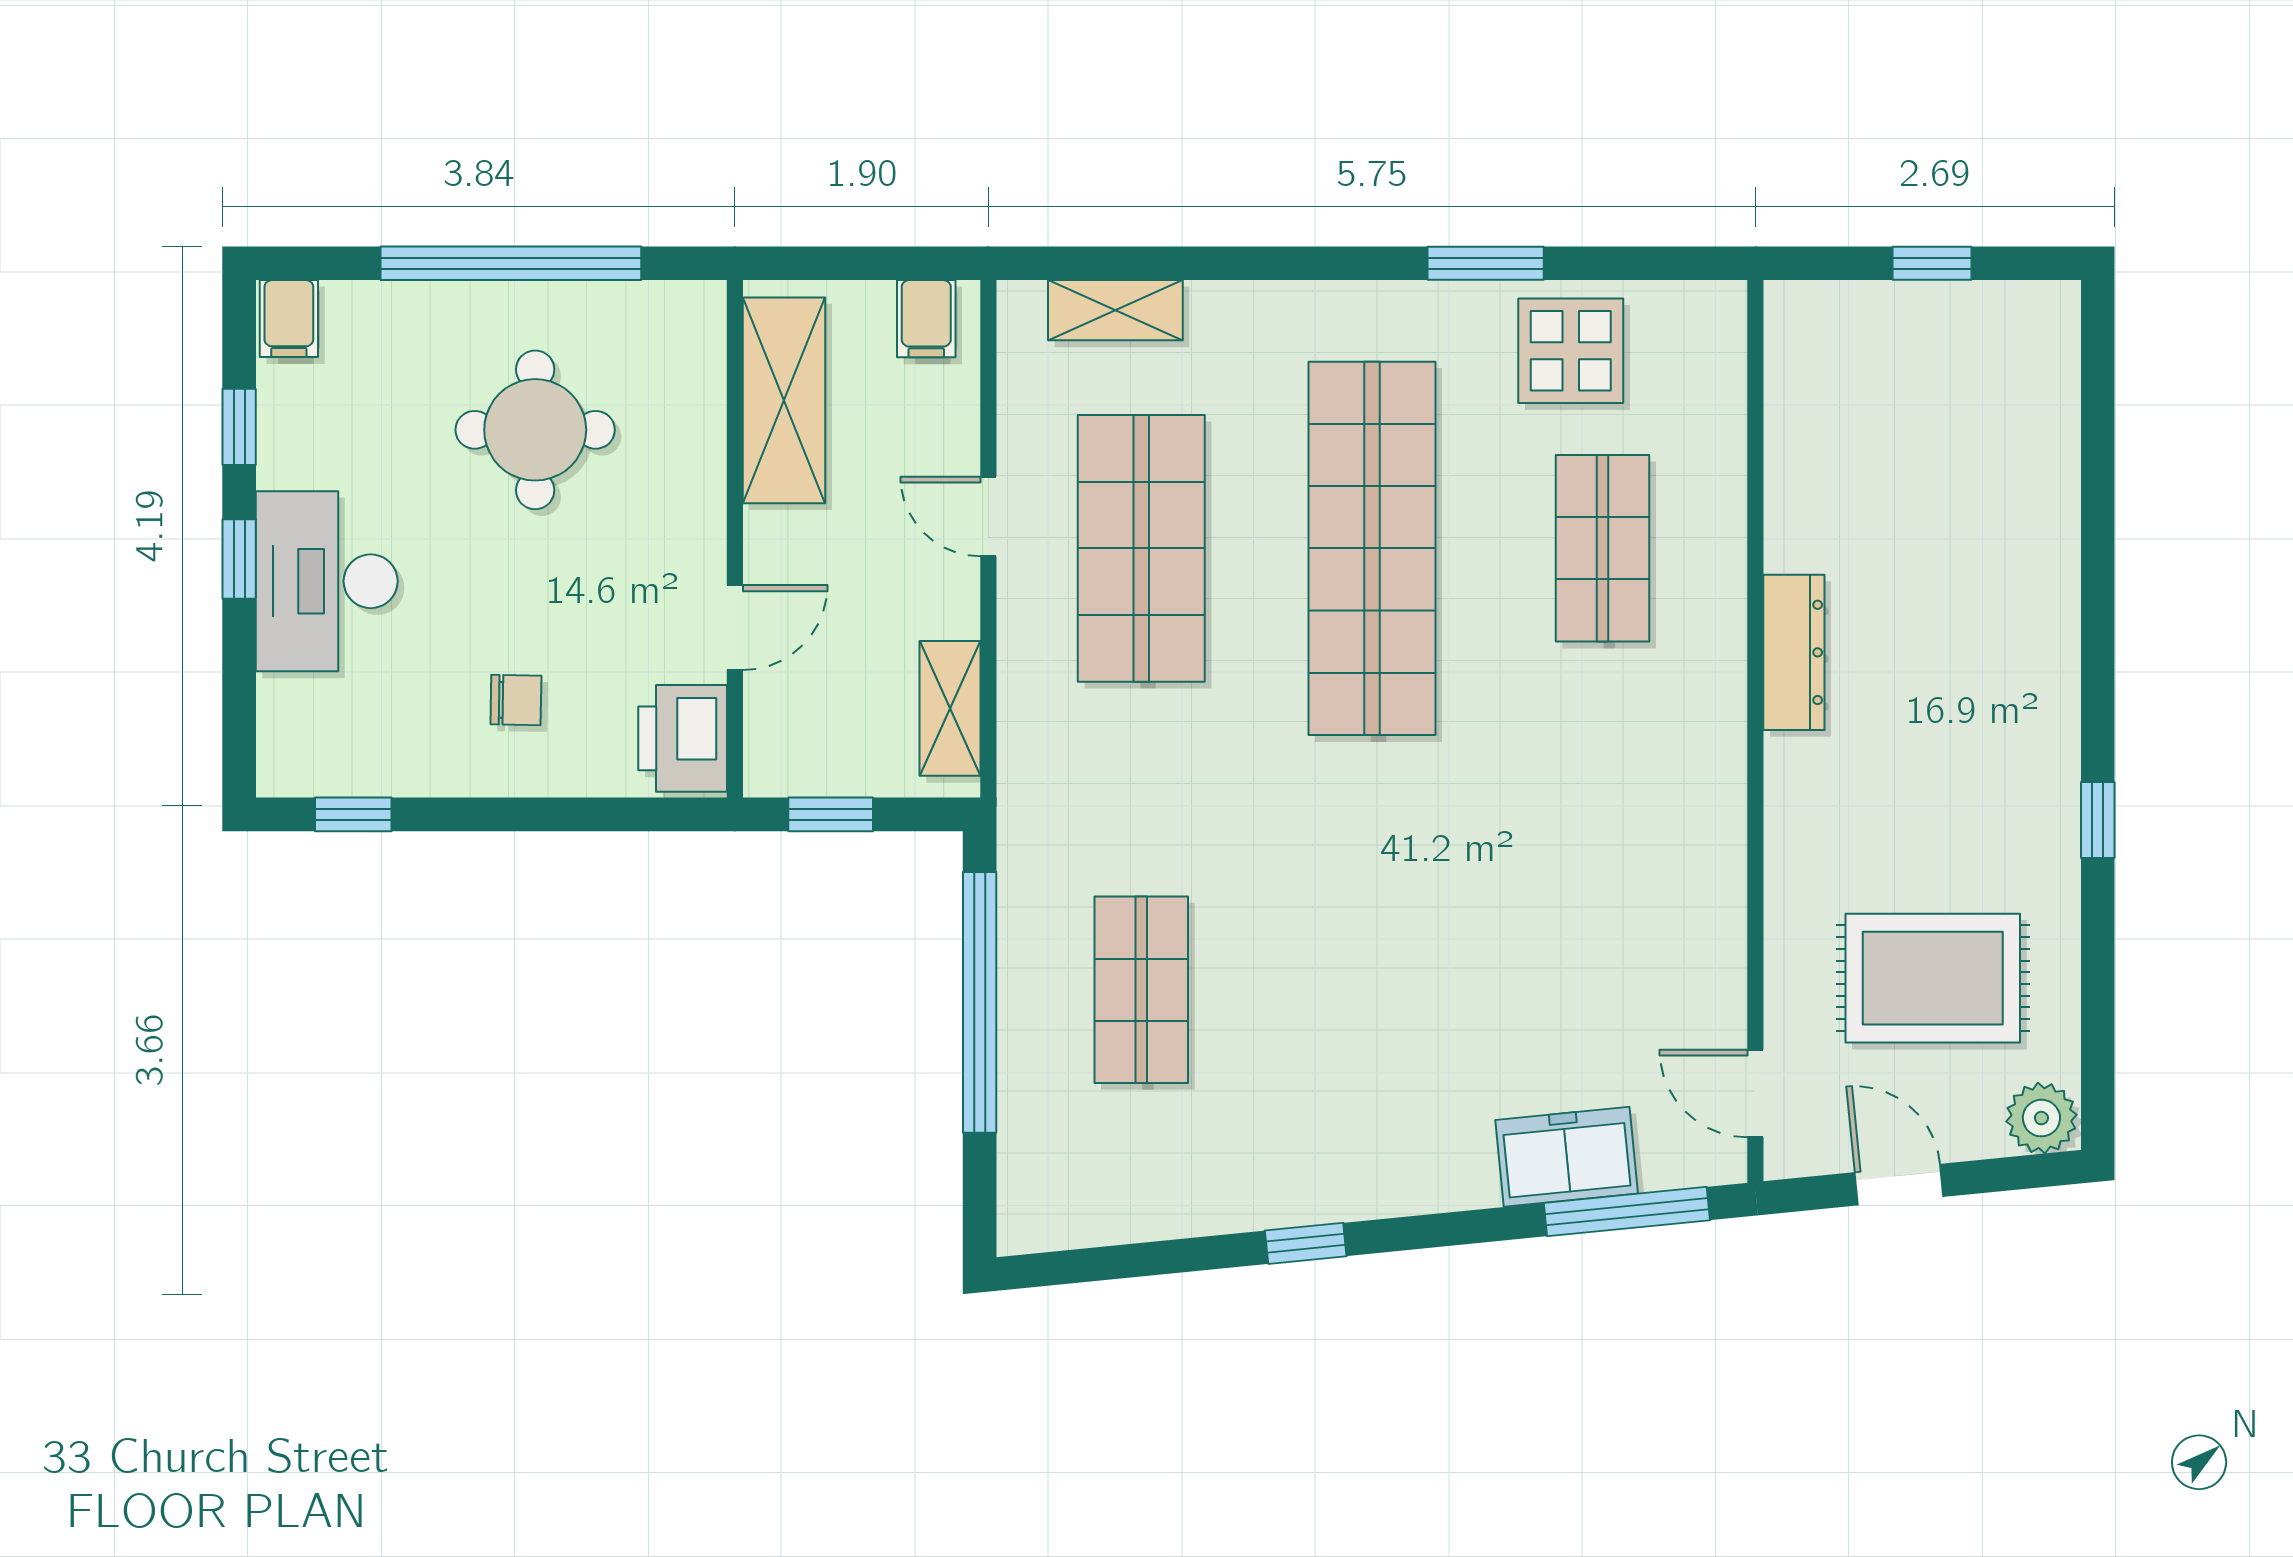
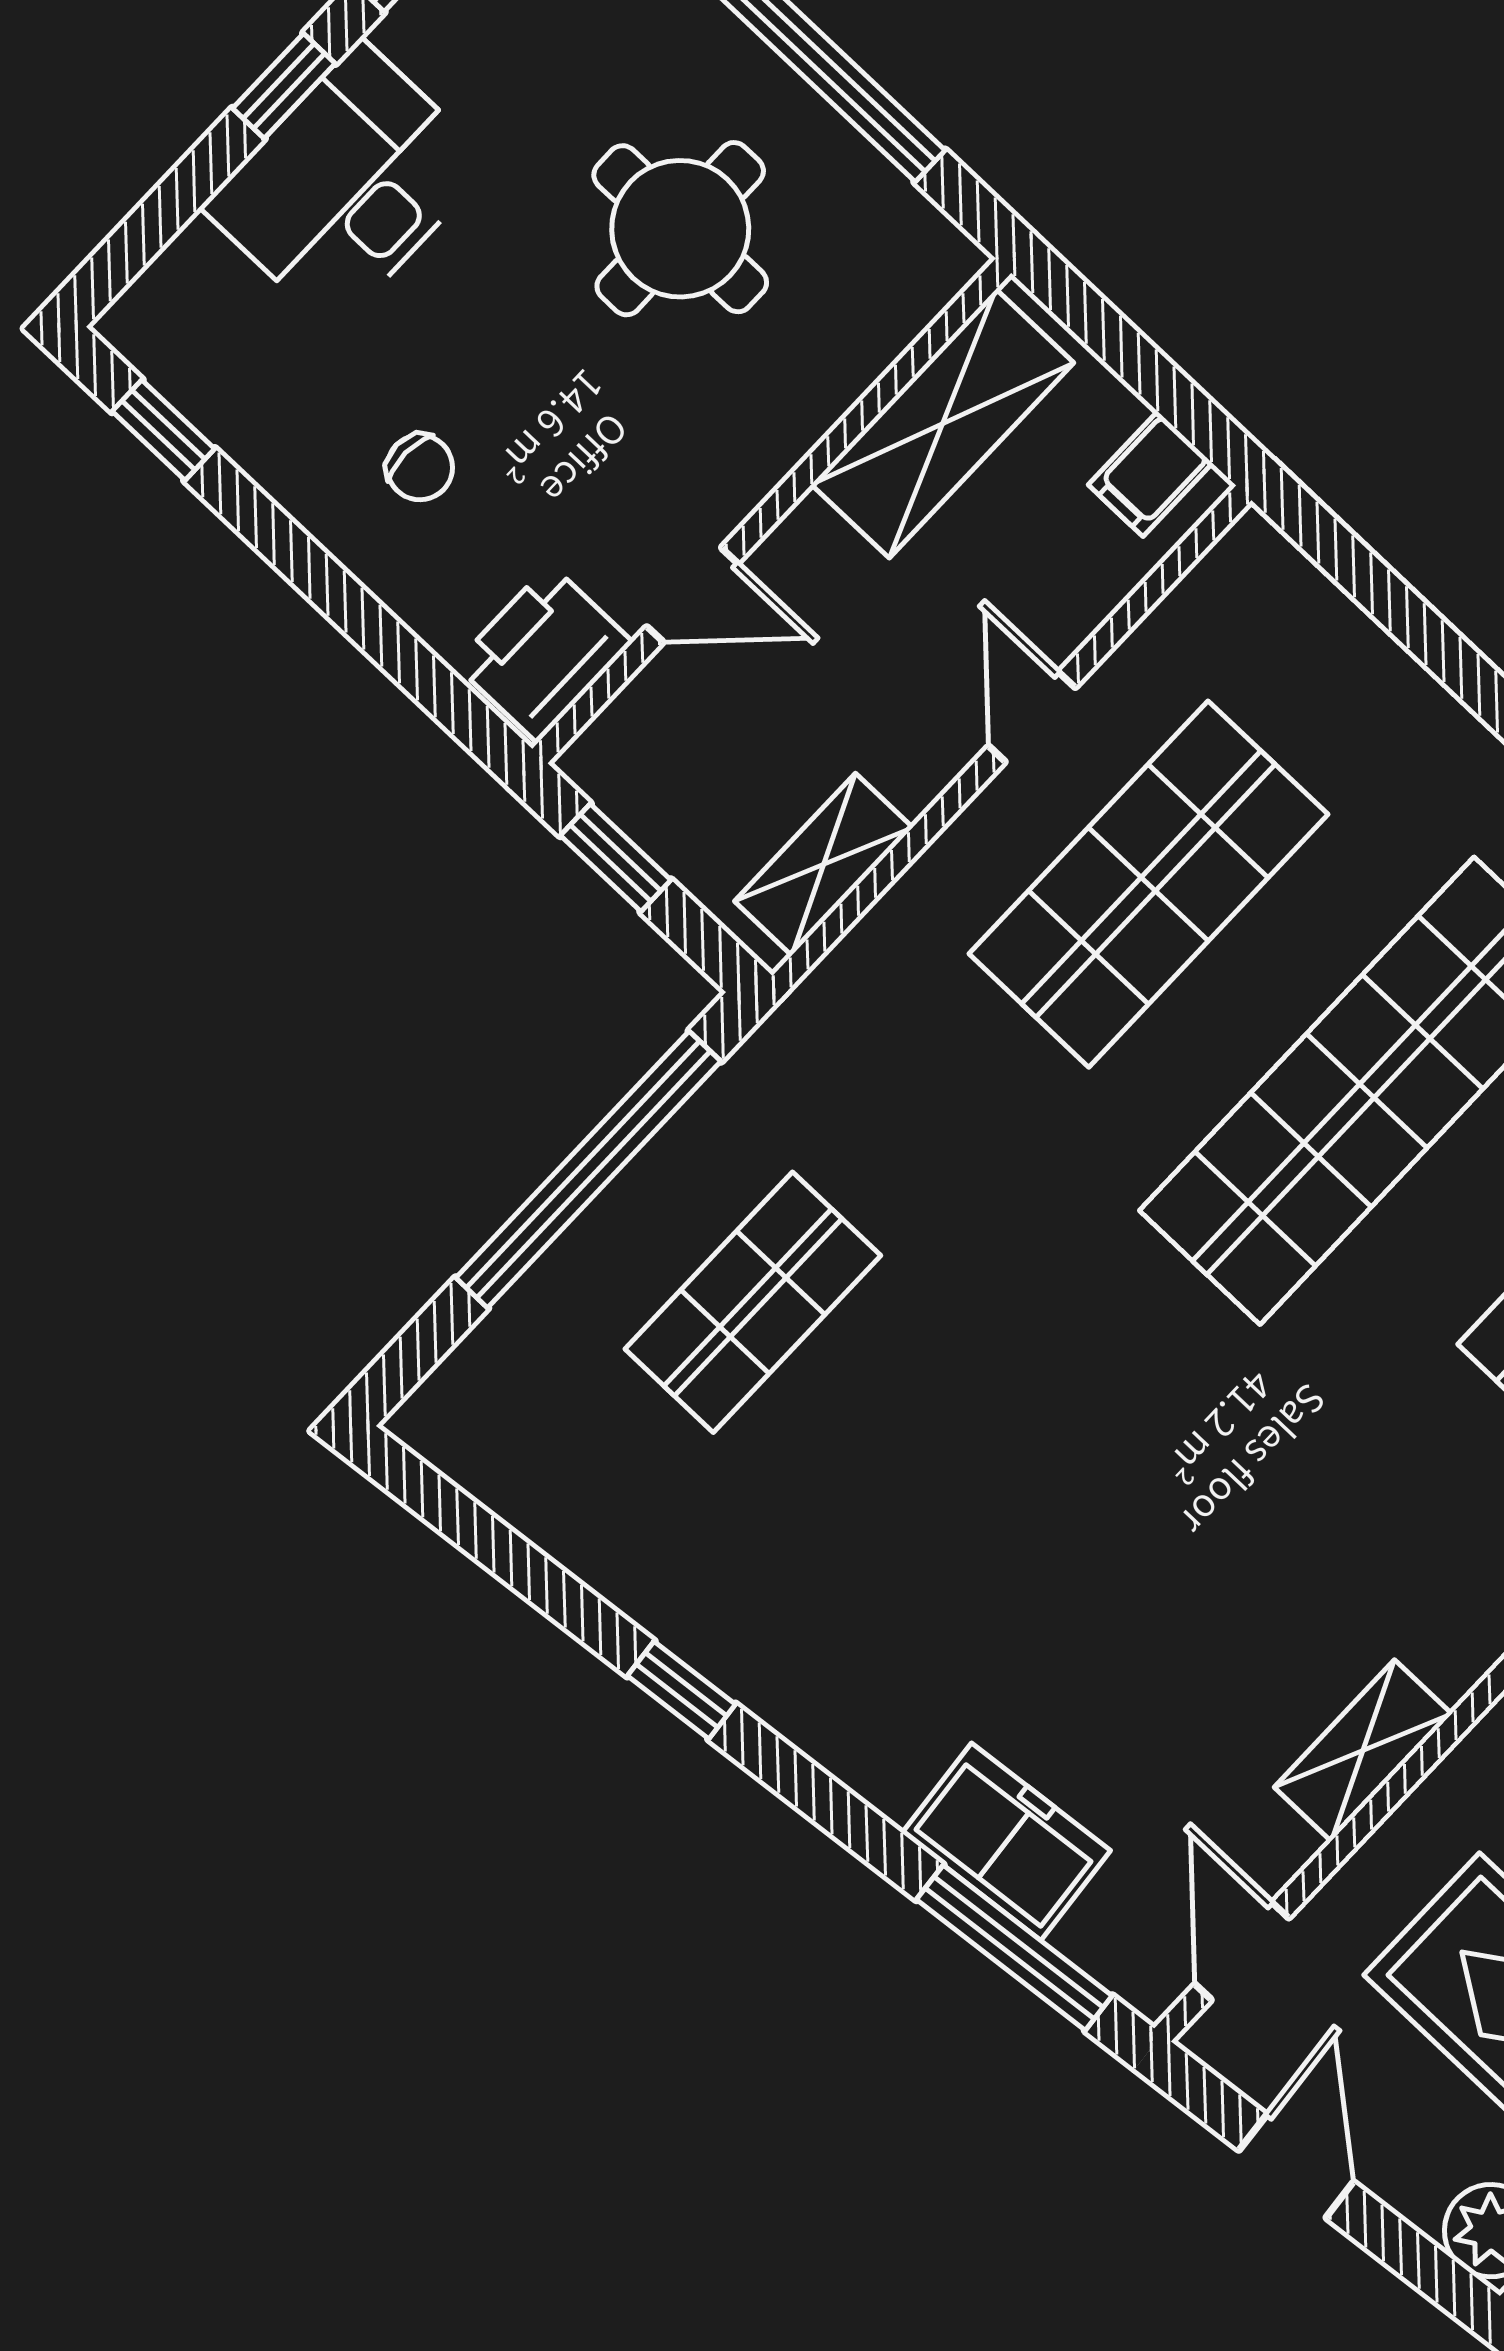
shelving: (1115, 310) -> (1363, 1750), moved, turned 90

